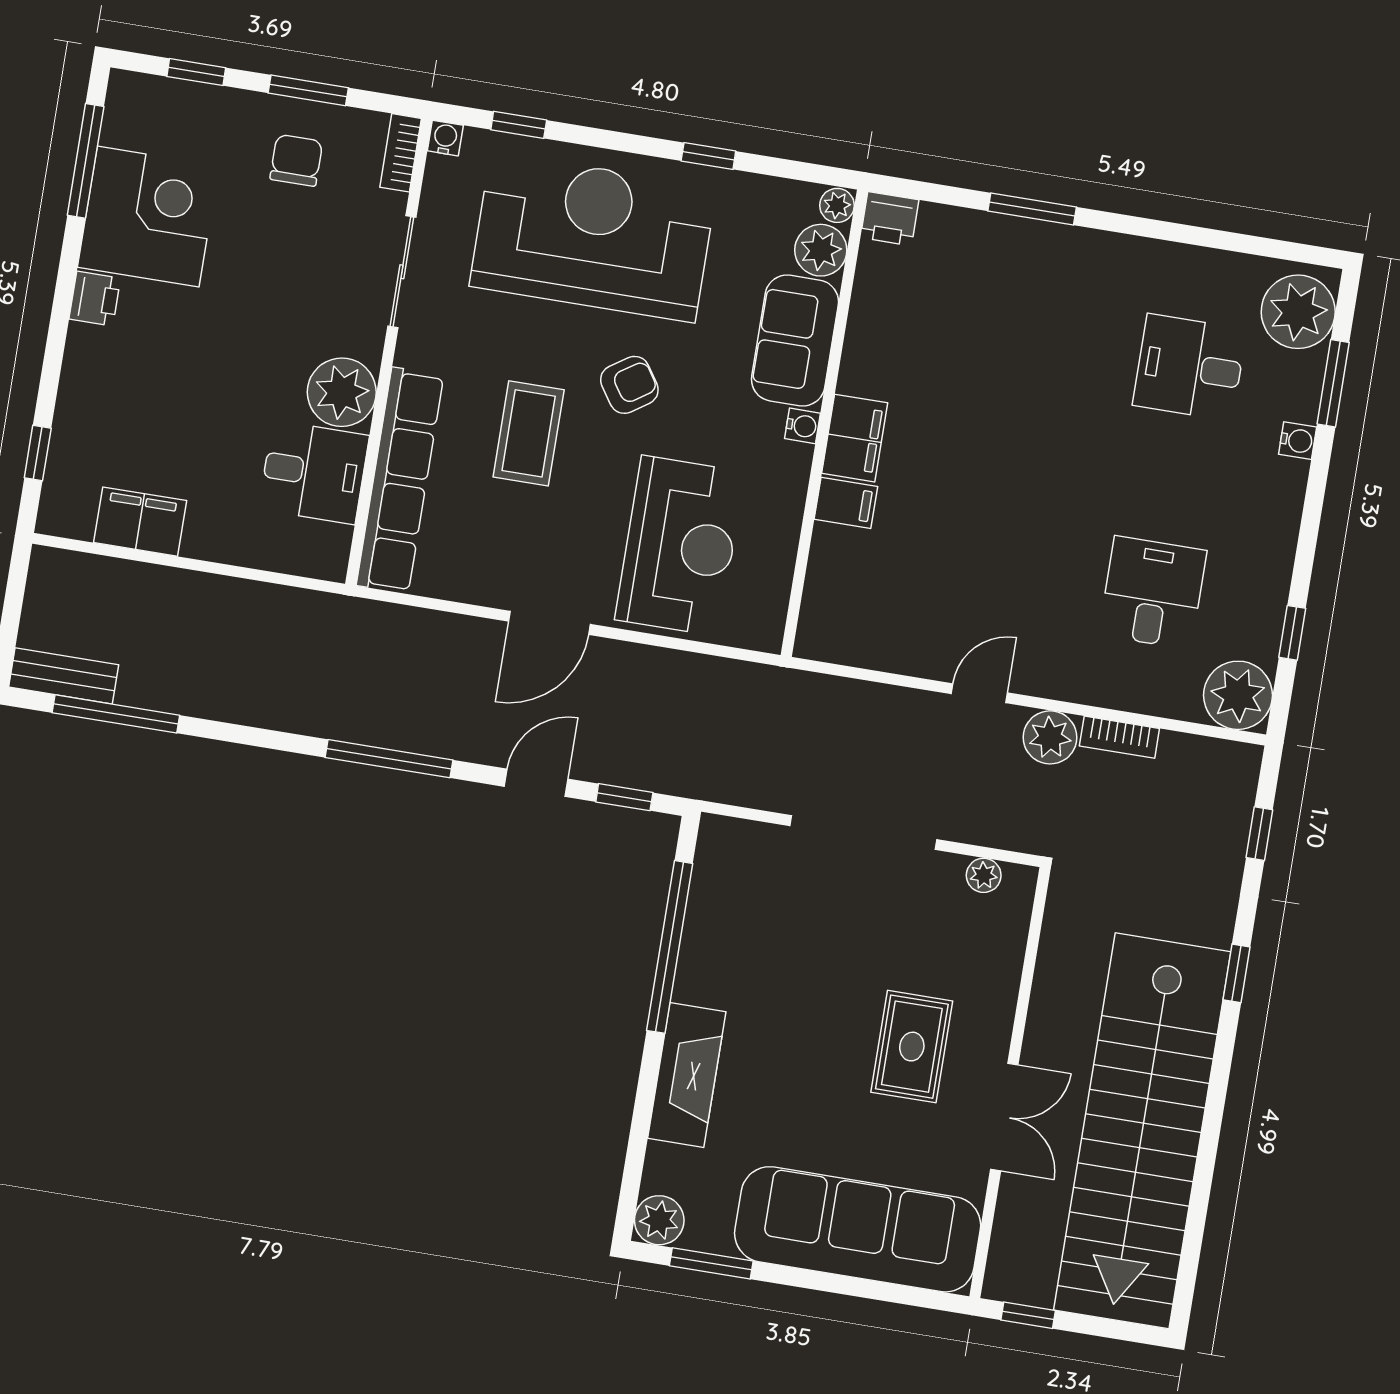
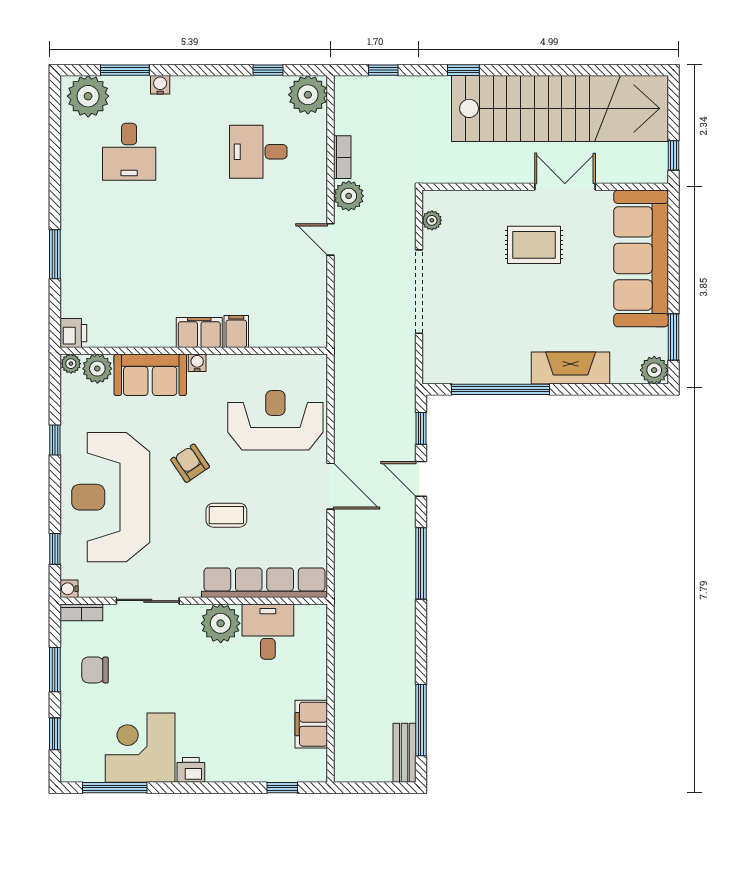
coffee table: (529, 433) -> (226, 515), width x0.73, depth x0.77

